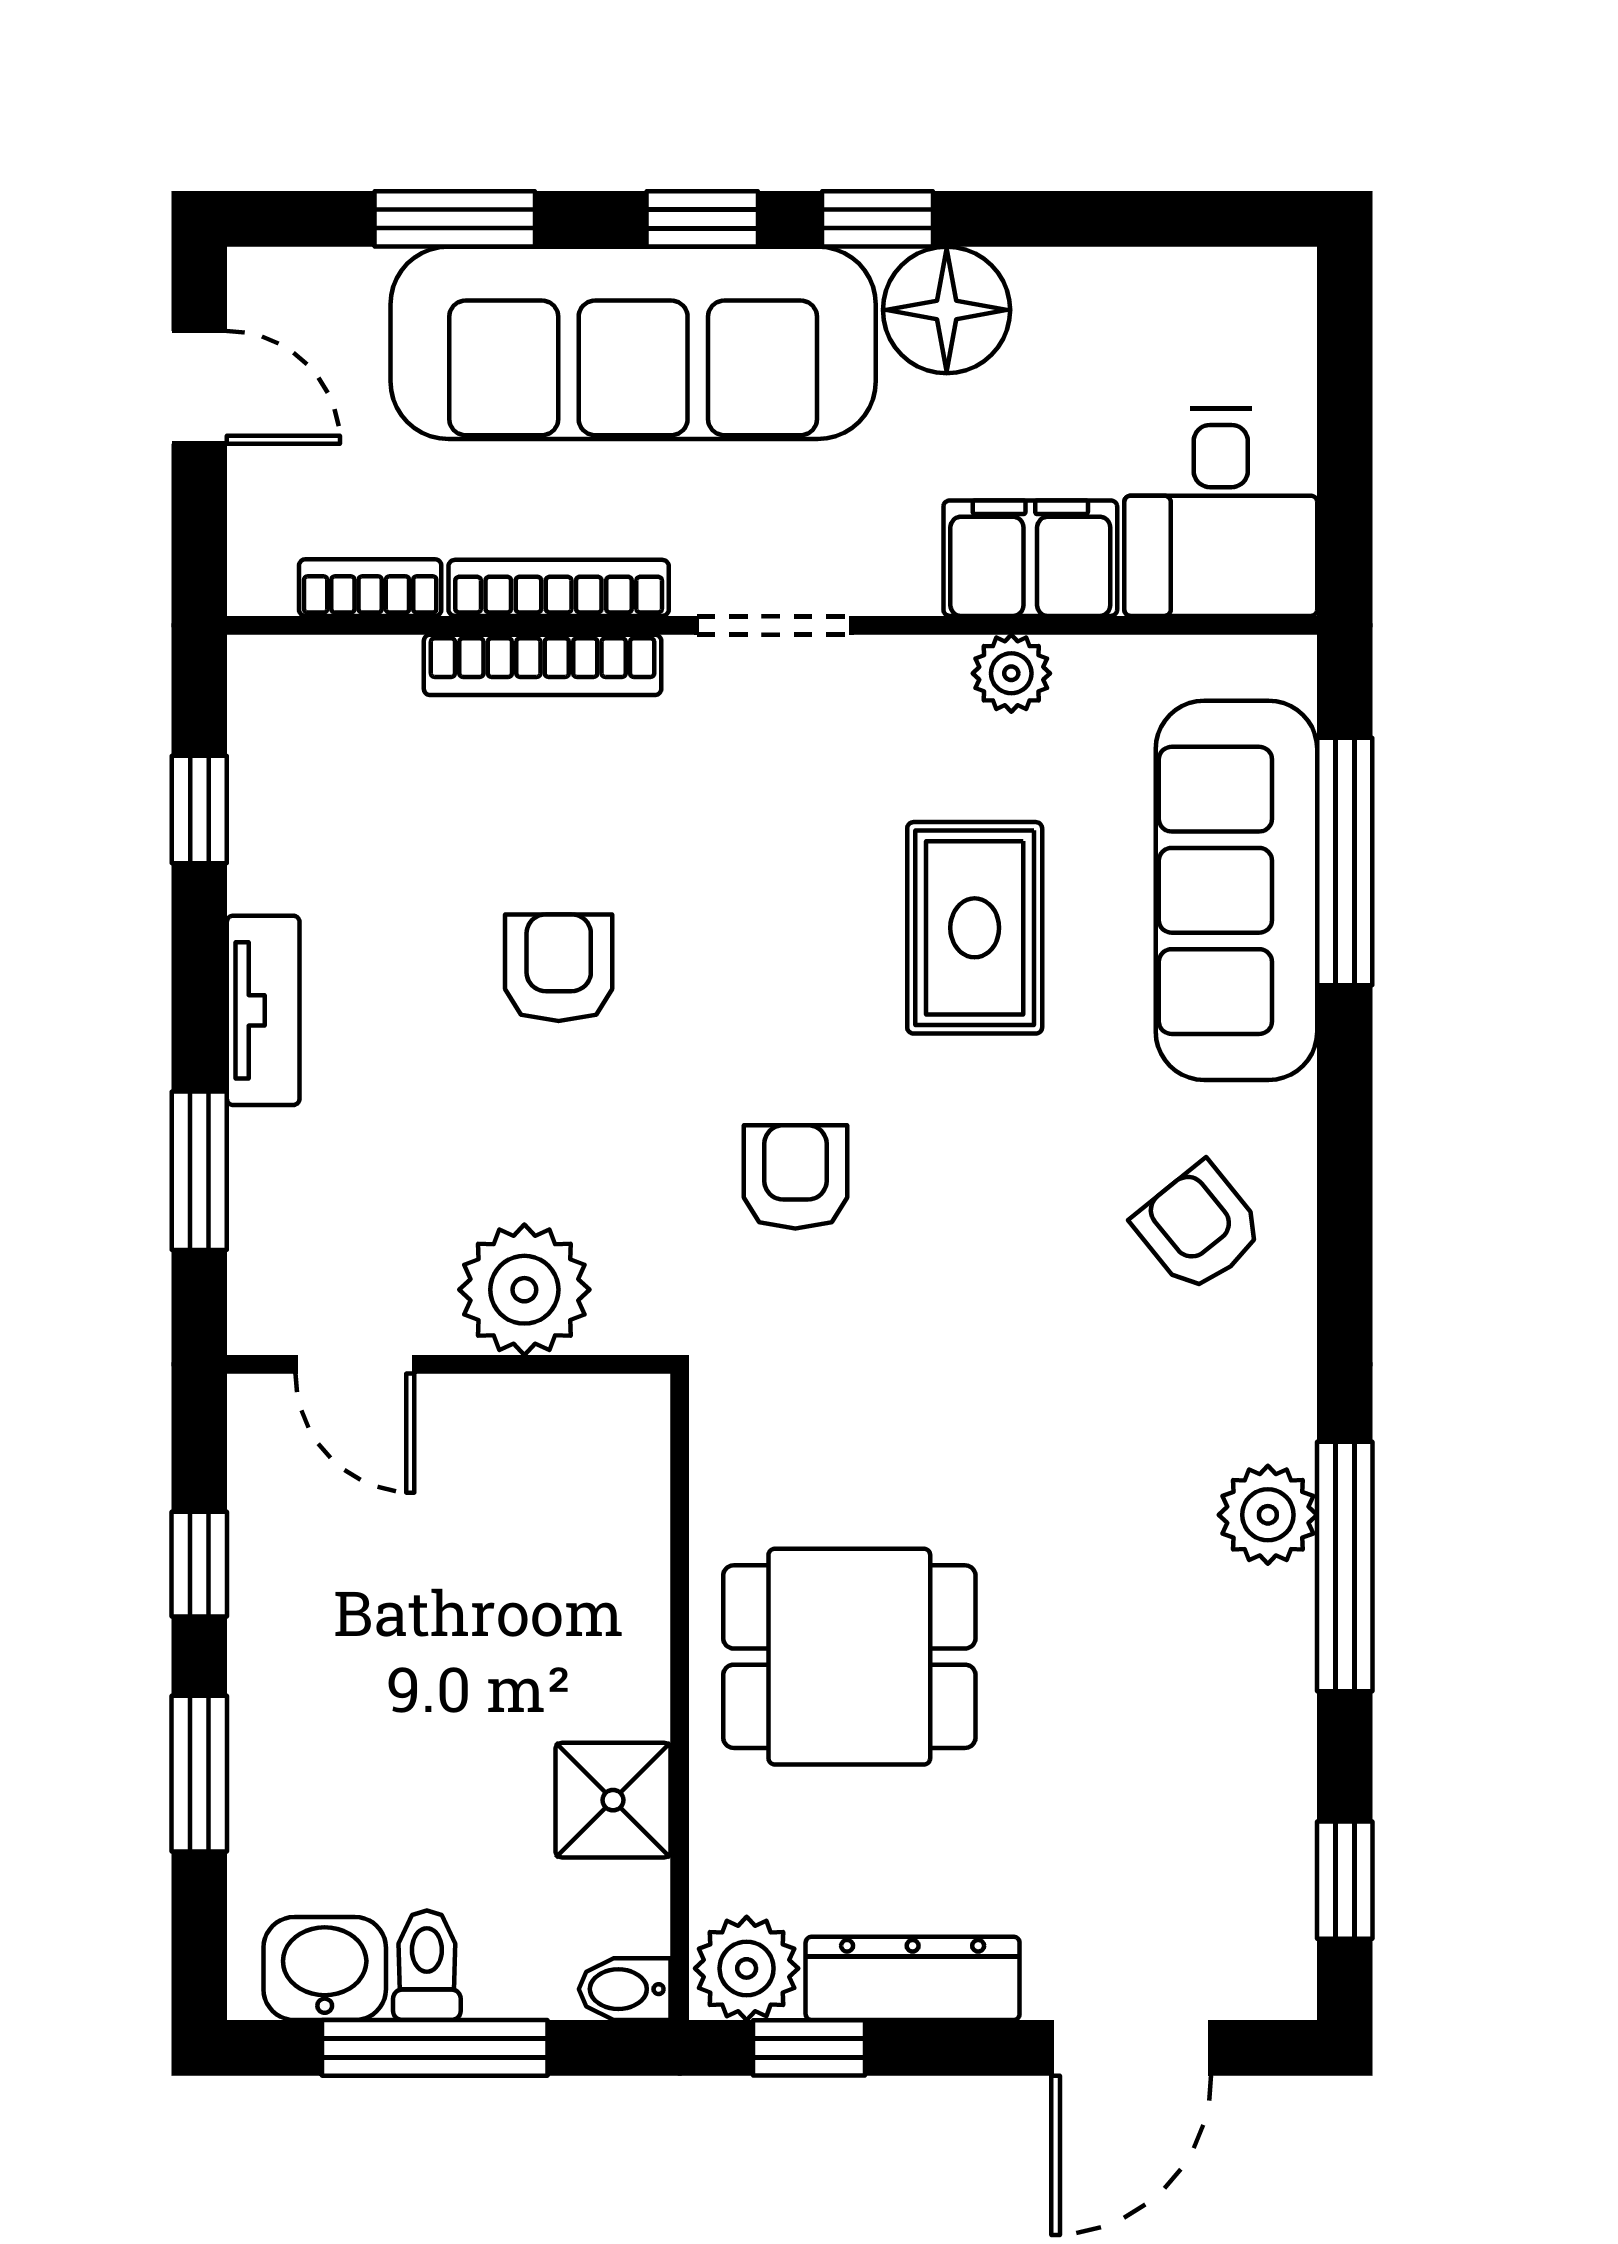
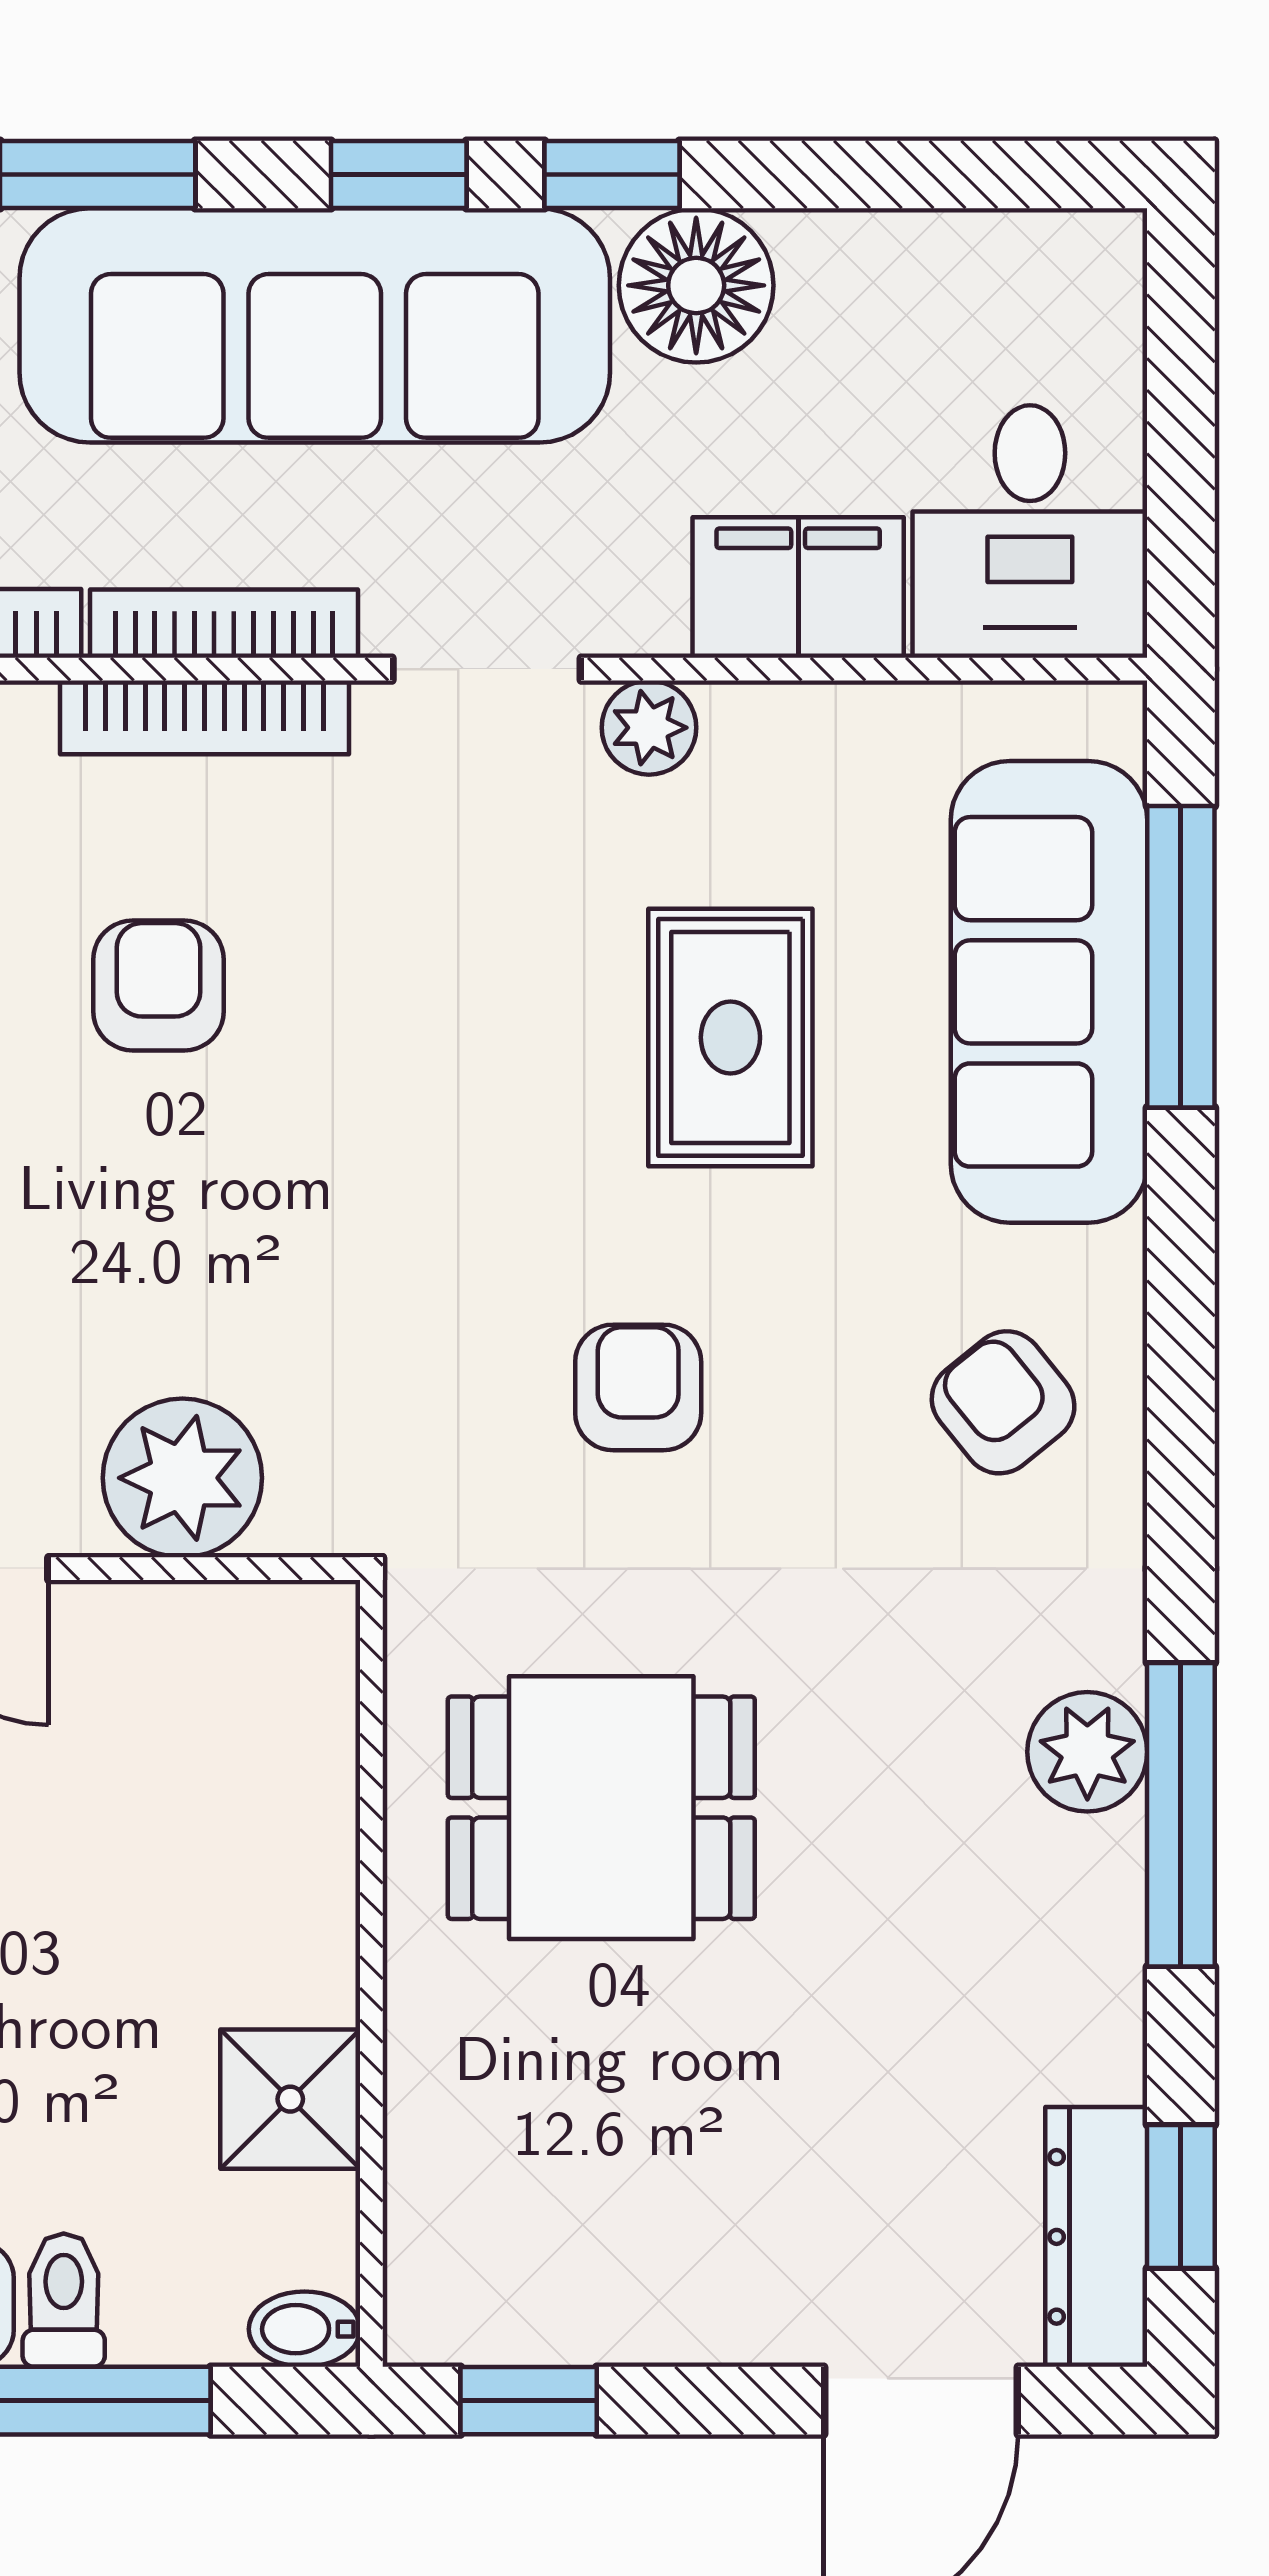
plant: (1011, 673) -> (649, 728), moved
armchair: (559, 968) -> (159, 985), moved
armchair: (795, 1177) -> (638, 1387), moved
dining table: (849, 1657) -> (601, 1808), moved
plant: (747, 1968) -> (453, 2304), removed
dresser: (913, 1978) -> (1096, 2237), moved, turned -90

